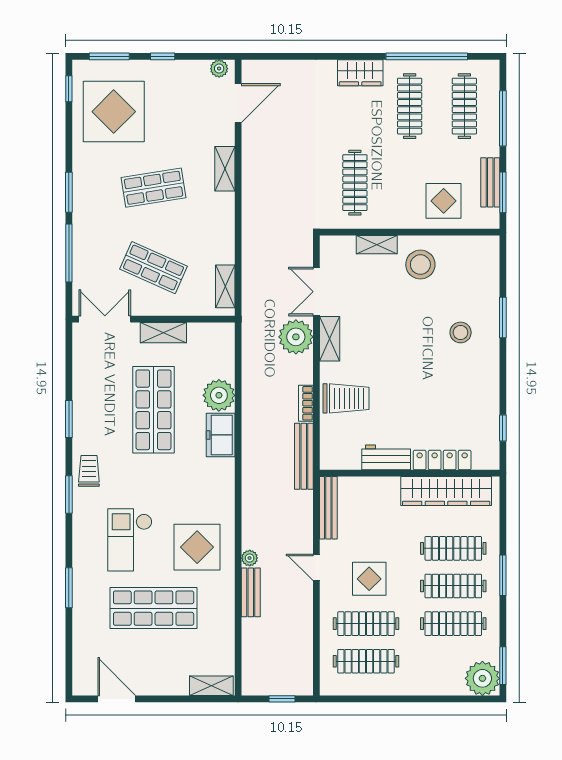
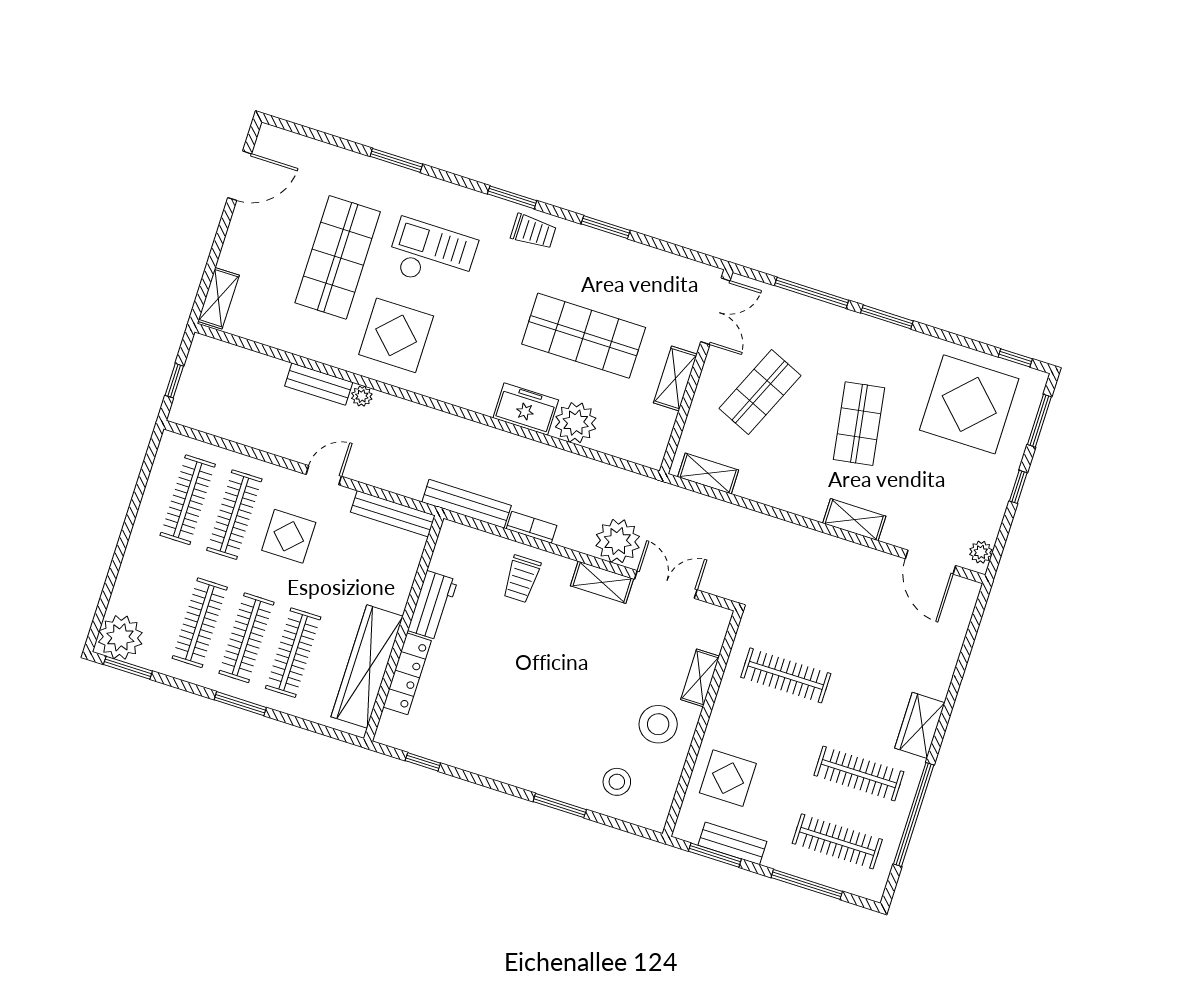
stool: (461, 332) -> (617, 782), moved
trolley: (346, 398) -> (522, 579), width x0.73, depth x0.72

